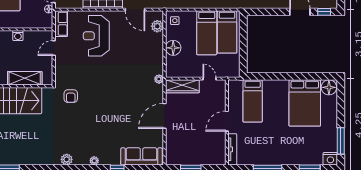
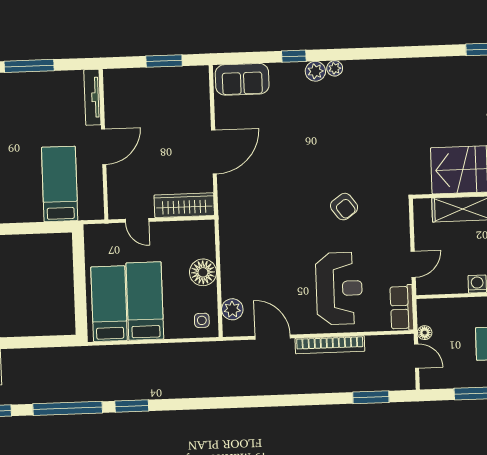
plant: (159, 79) -> (226, 216), removed
armchair: (71, 96) -> (344, 207), moved, turned 144
sofa: (141, 156) -> (242, 79), width x0.73
plant: (67, 159) -> (315, 71), moved

